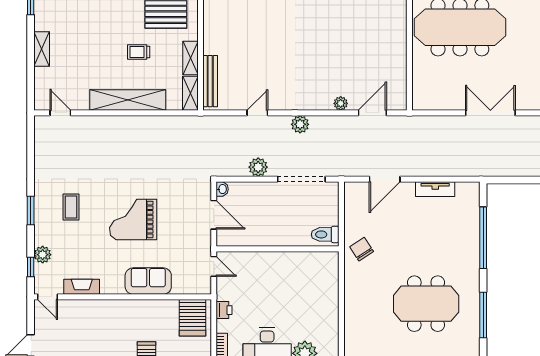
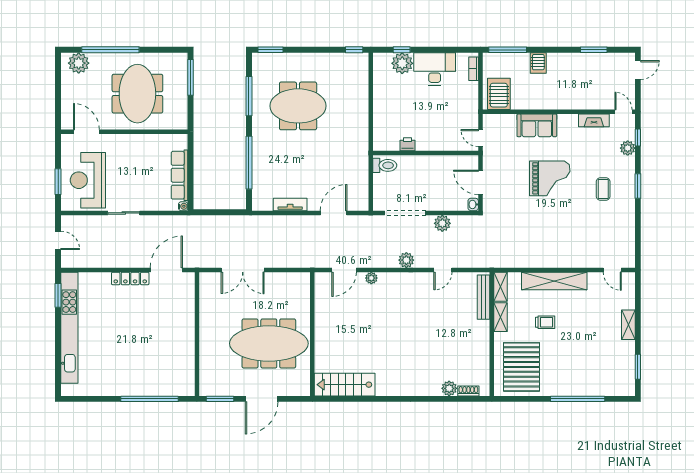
chair: (362, 249) -> (353, 153), removed
printer: (224, 310) -> (408, 144), moved, turned 90

